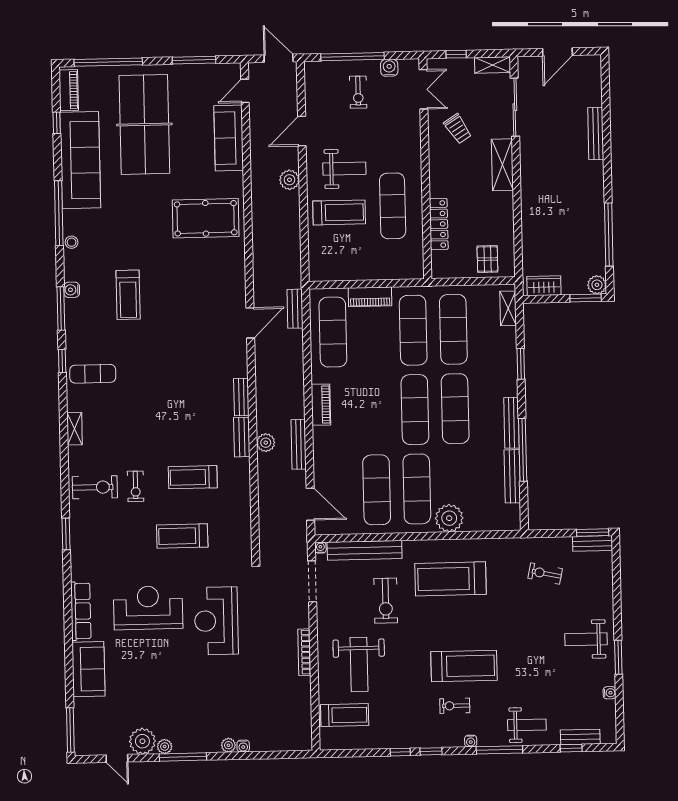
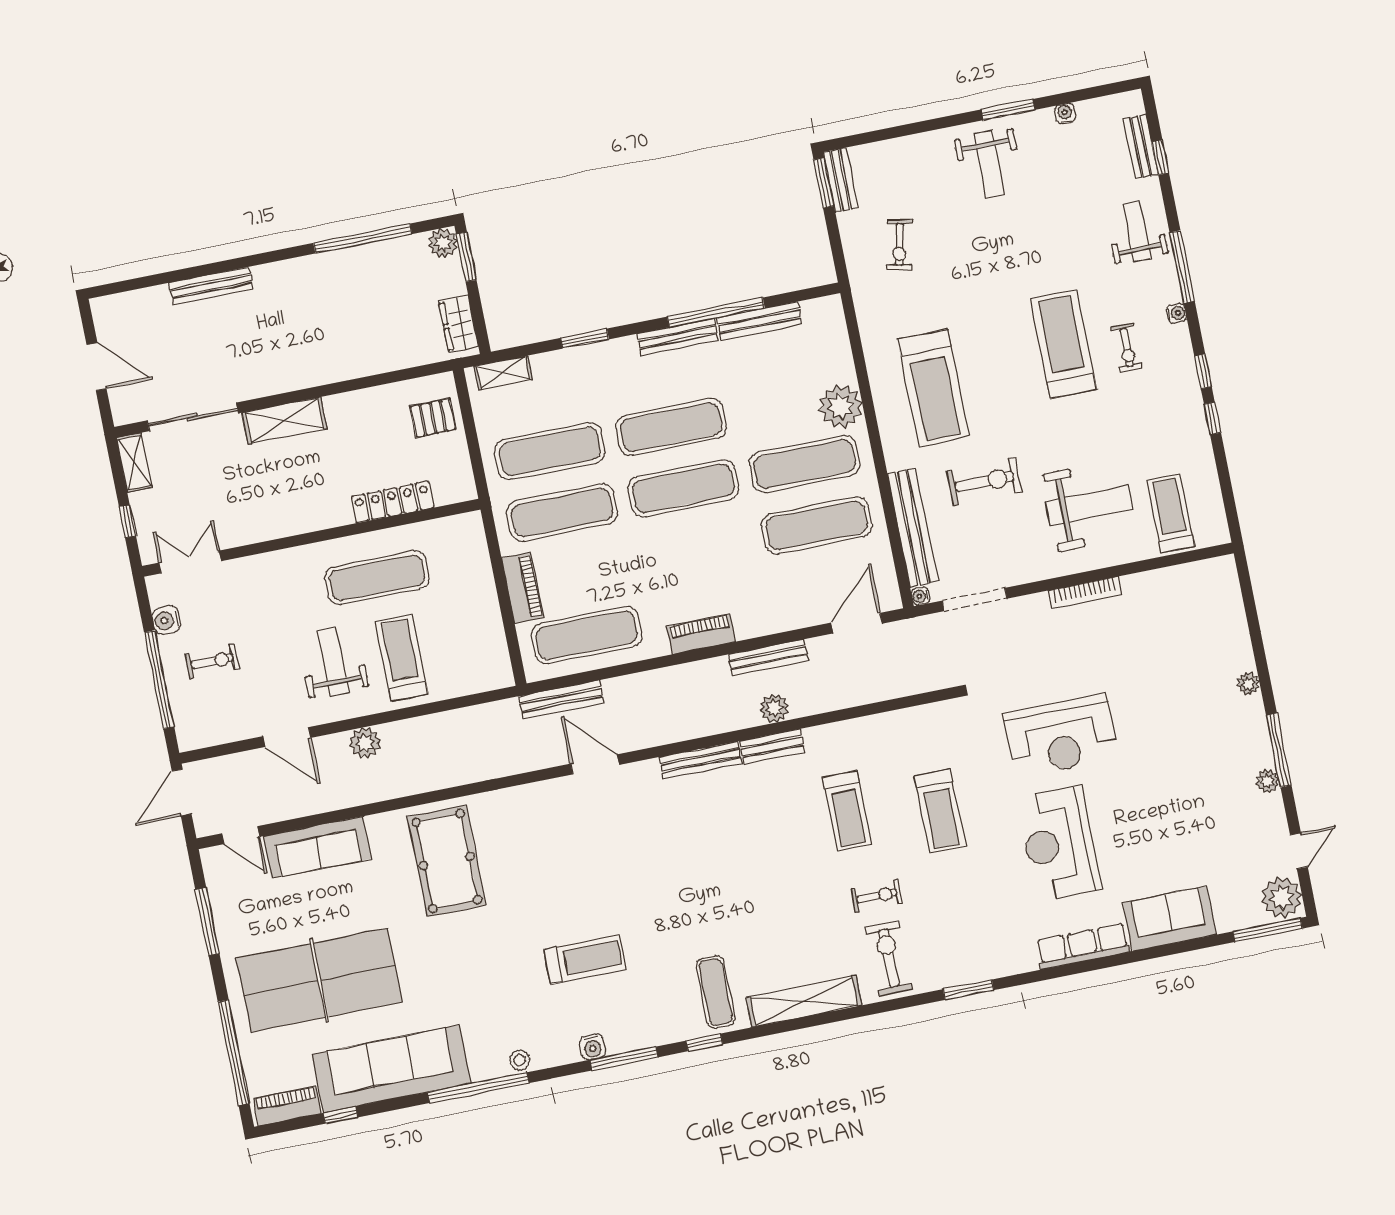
trolley: (458, 129) -> (241, 499), removed
bench: (295, 309) -> (561, 700), width x1.36
bench: (241, 397) -> (701, 760), width x1.36
shelving: (75, 429) -> (804, 1001), width x2.20, depth x1.33
plant: (142, 741) -> (1282, 897), moved
water cooler: (243, 746) -> (1246, 661), removed

